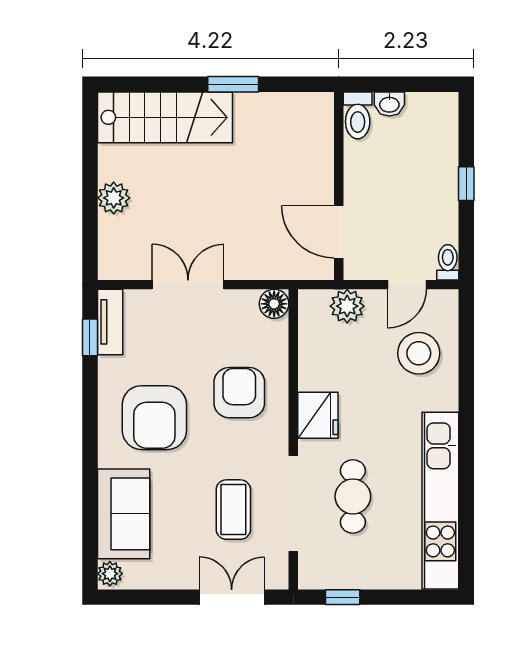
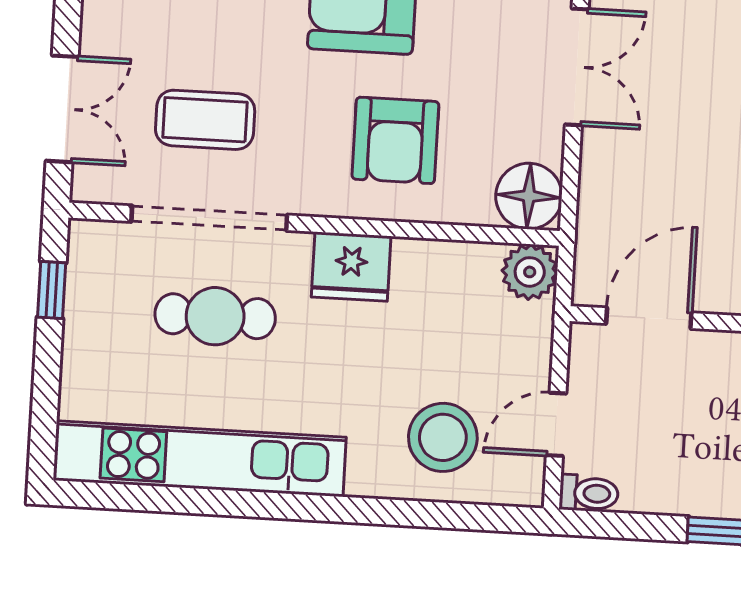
door: (407, 285) -> (556, 424), hinge flipped
floor lamp: (274, 304) -> (529, 196), width x1.38, depth x1.38
plant: (347, 306) -> (530, 272), moved
armchair: (239, 393) -> (395, 140), turned 90

